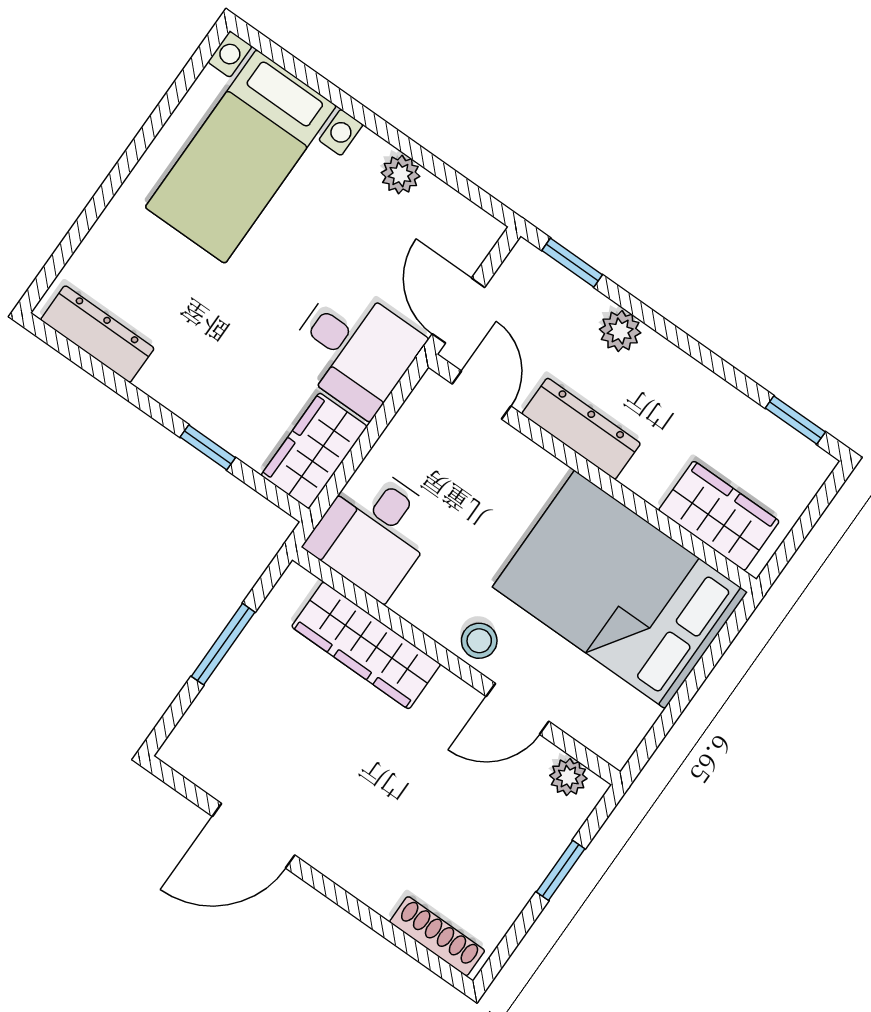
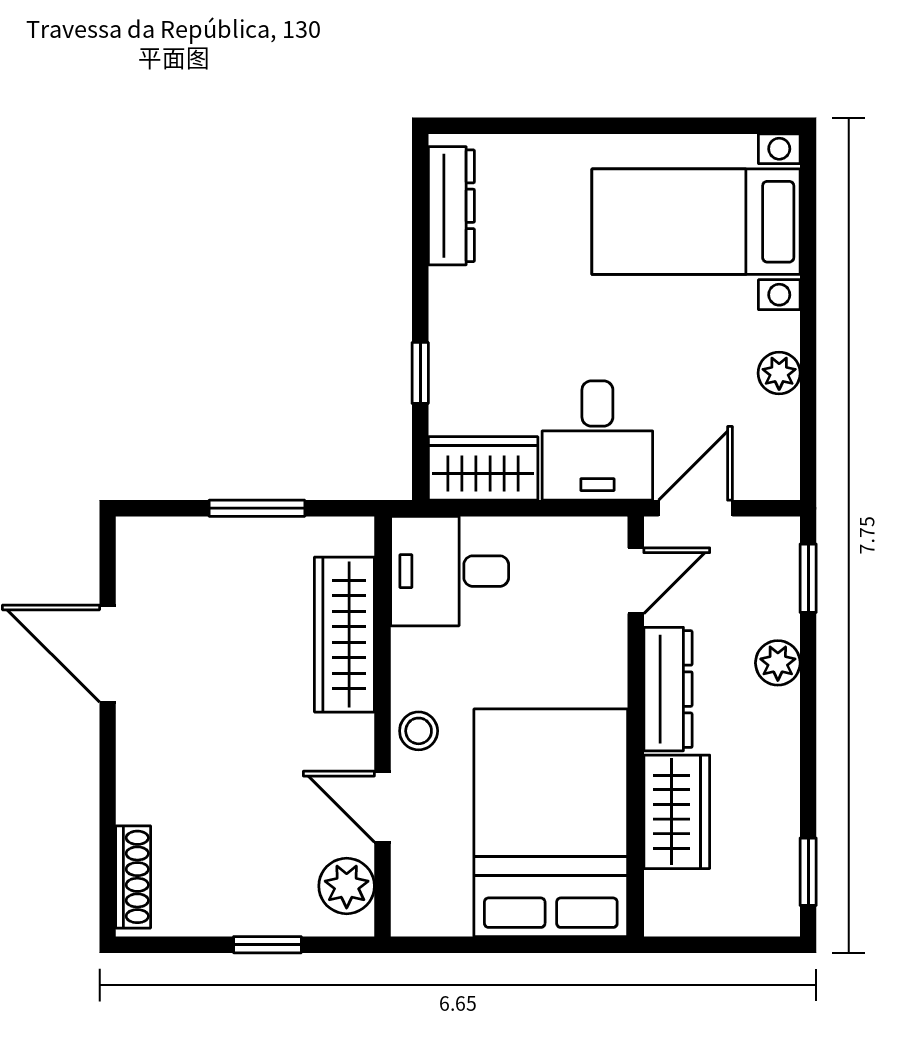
wardrobe: (719, 516) -> (677, 812), moved
plant: (568, 777) -> (347, 886), width x1.38, depth x1.38

